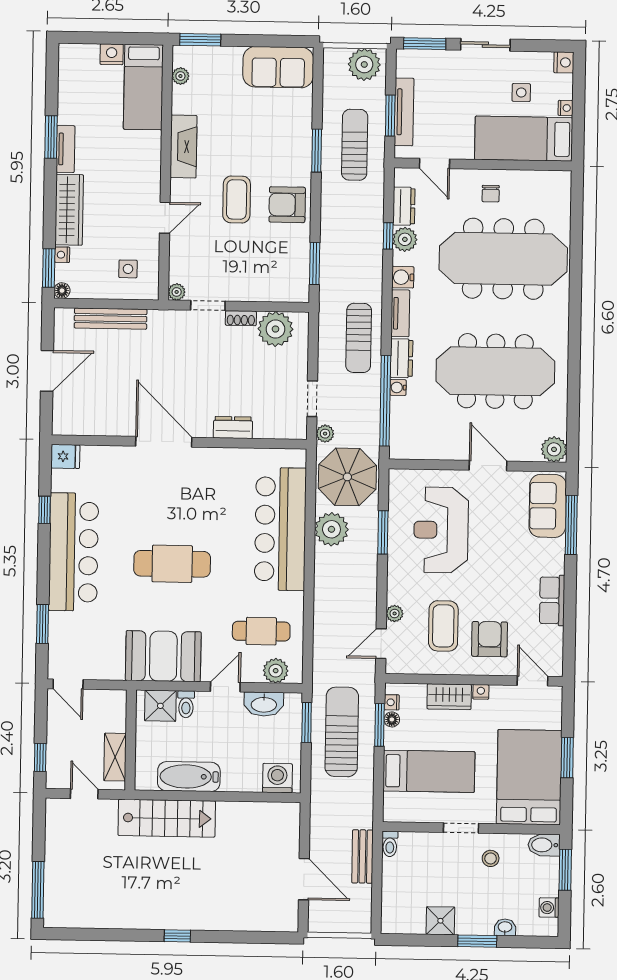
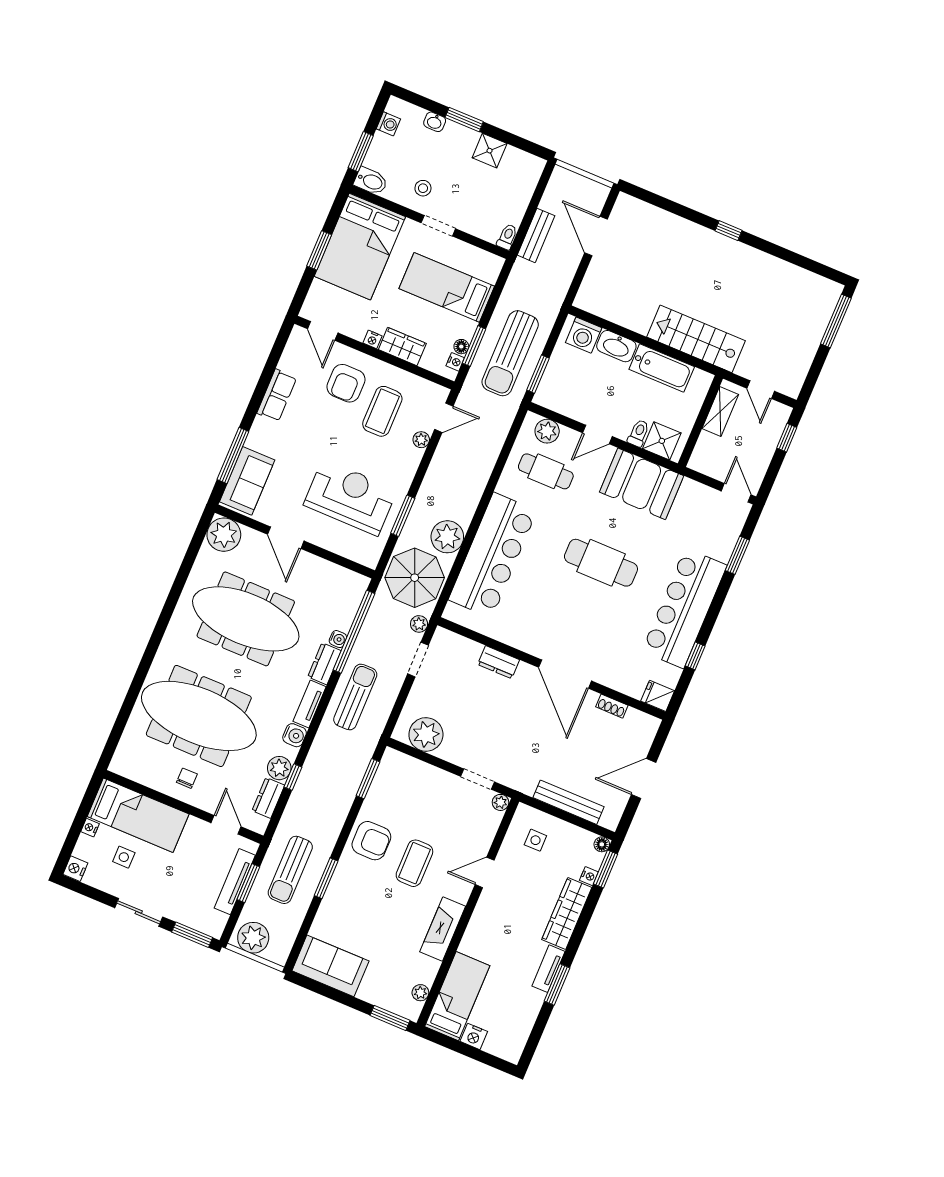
shoe rack: (241, 318) -> (612, 706), moved, turned 180
plant: (554, 449) -> (224, 535), width x1.36, depth x1.36
reception desk: (441, 530) -> (350, 497), turned -90
washbasin: (264, 704) -> (616, 346), moved, turned 180

